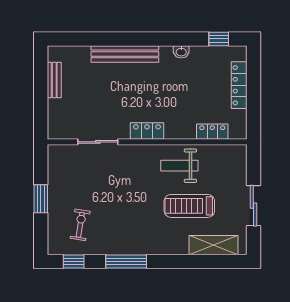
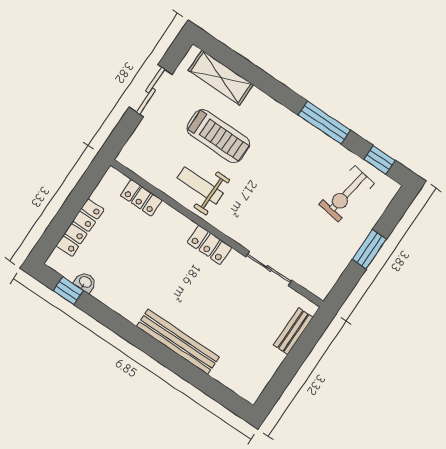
washbasin: (181, 52) -> (85, 282), moved
bench: (54, 80) -> (293, 331), moved
weight bench: (179, 166) -> (200, 186), turned 180
exercise bike: (80, 225) -> (346, 194), width x1.38, depth x1.39

